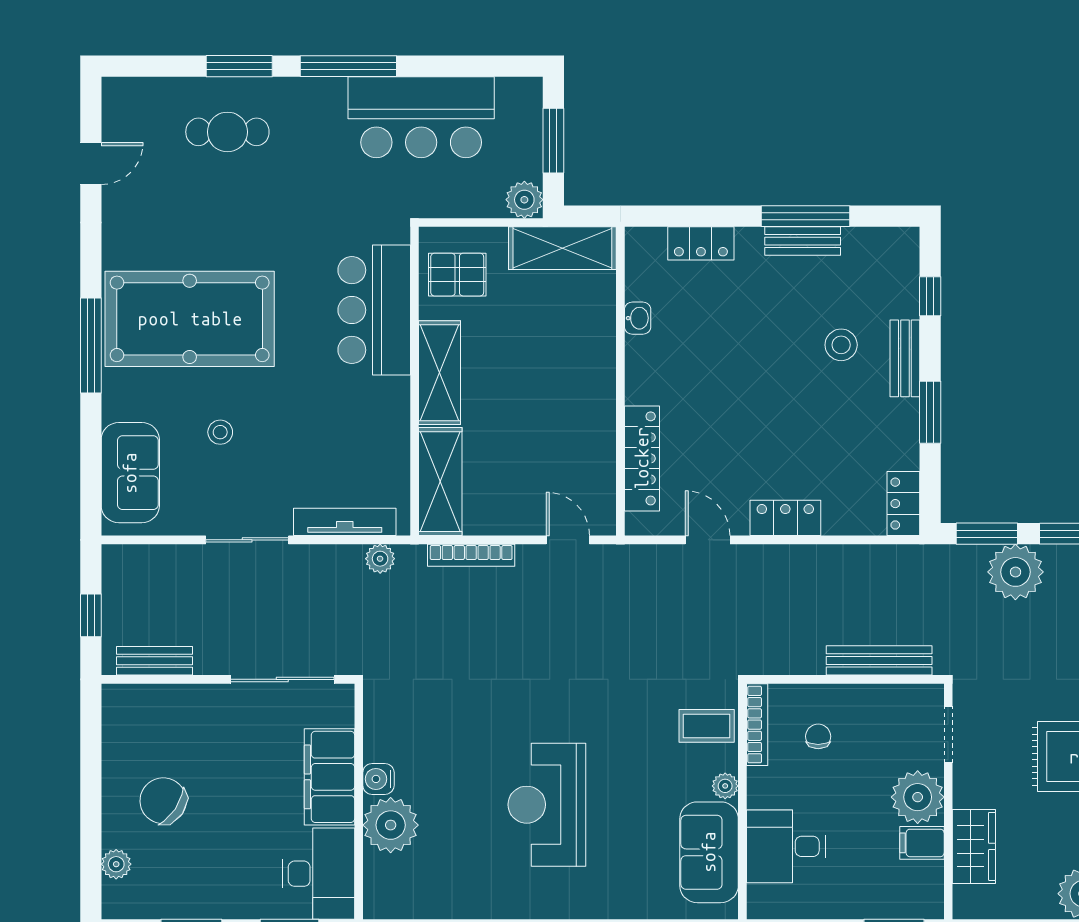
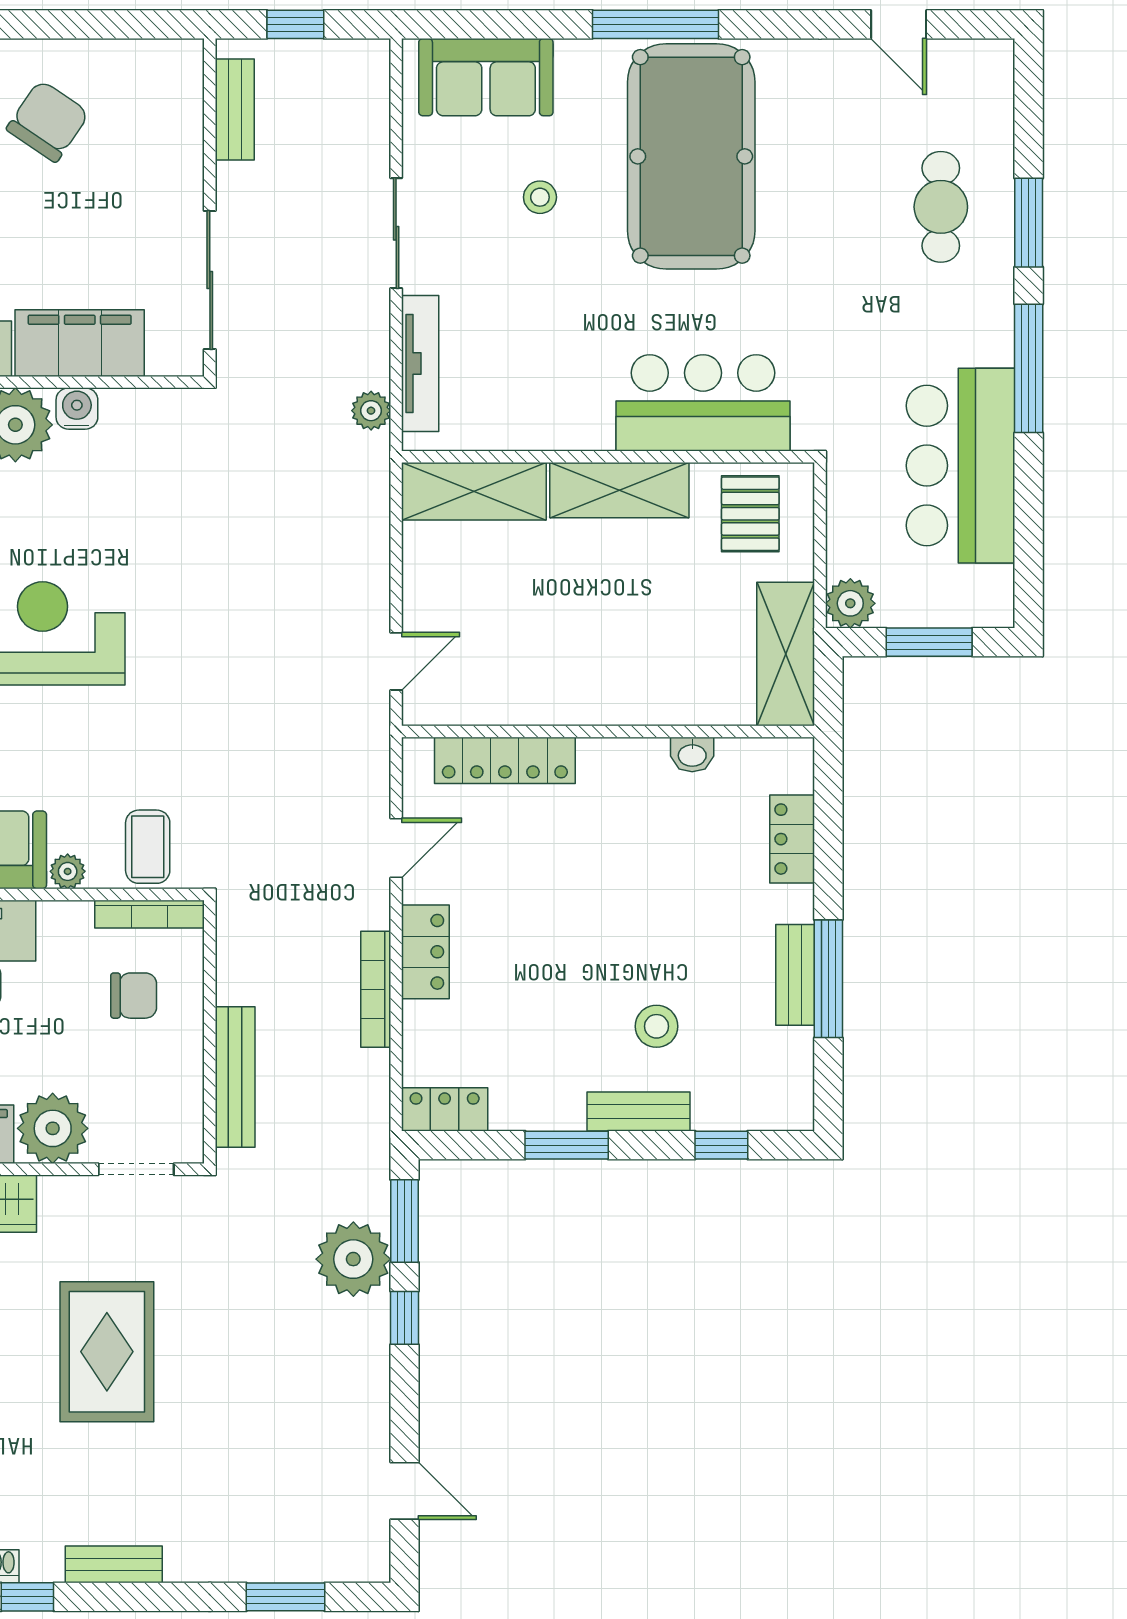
bookcase: (471, 555) -> (376, 989), moved
chair: (818, 736) -> (134, 996), width x1.37, depth x1.37

